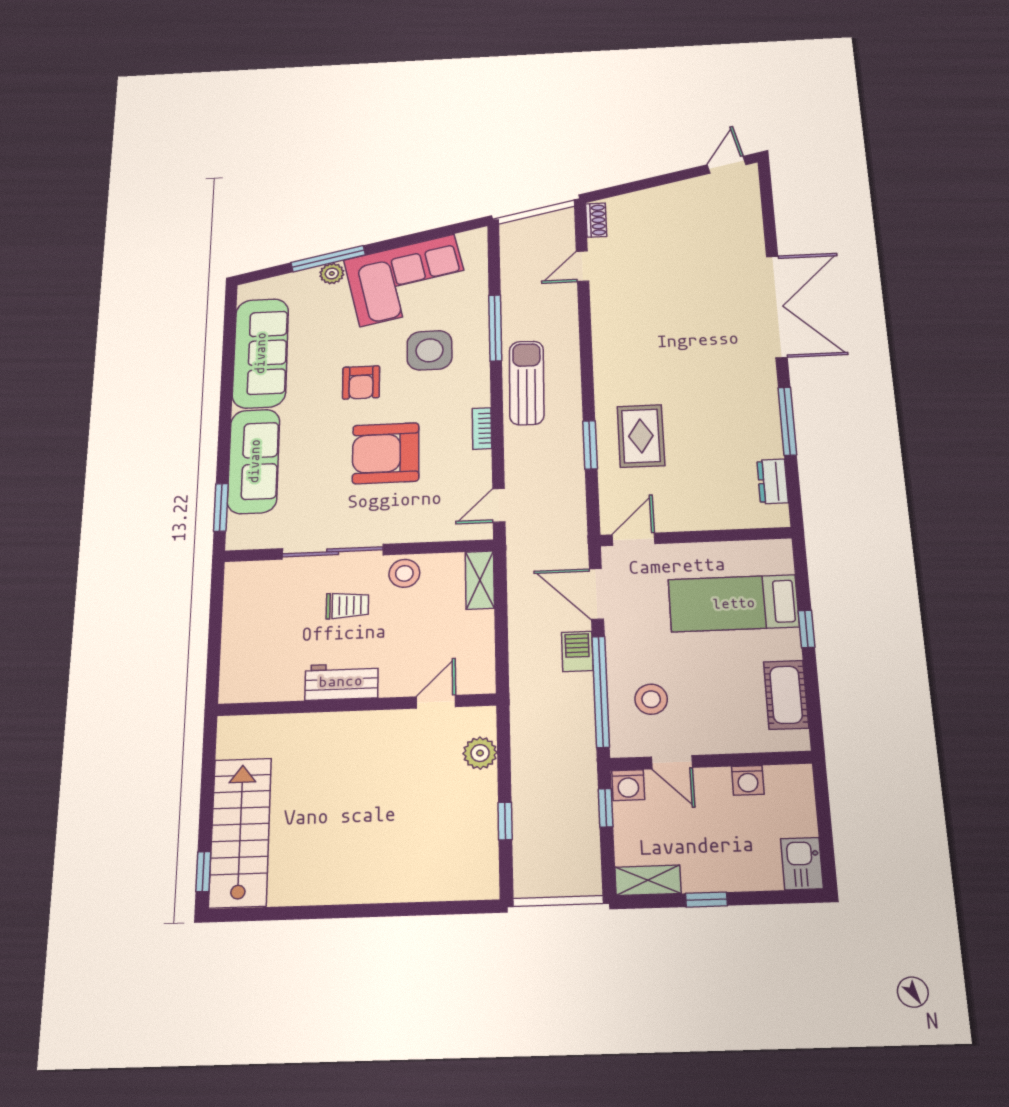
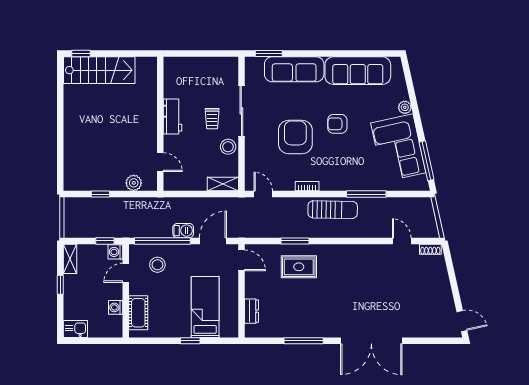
window: (328, 259) -> (427, 161), moved
side table: (429, 350) -> (355, 160), removed
dresser: (773, 481) -> (251, 311), moved, turned 90
cot: (786, 695) -> (138, 313), moved, turned 90

